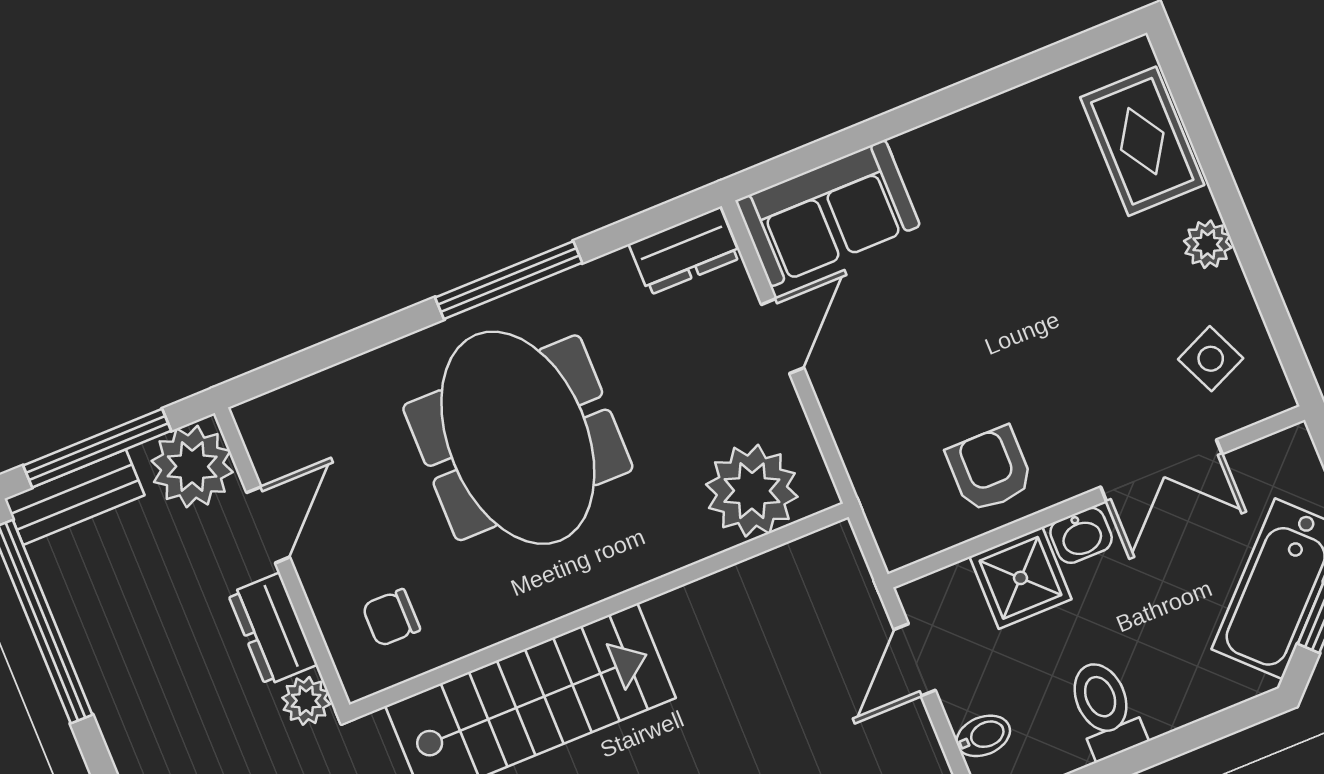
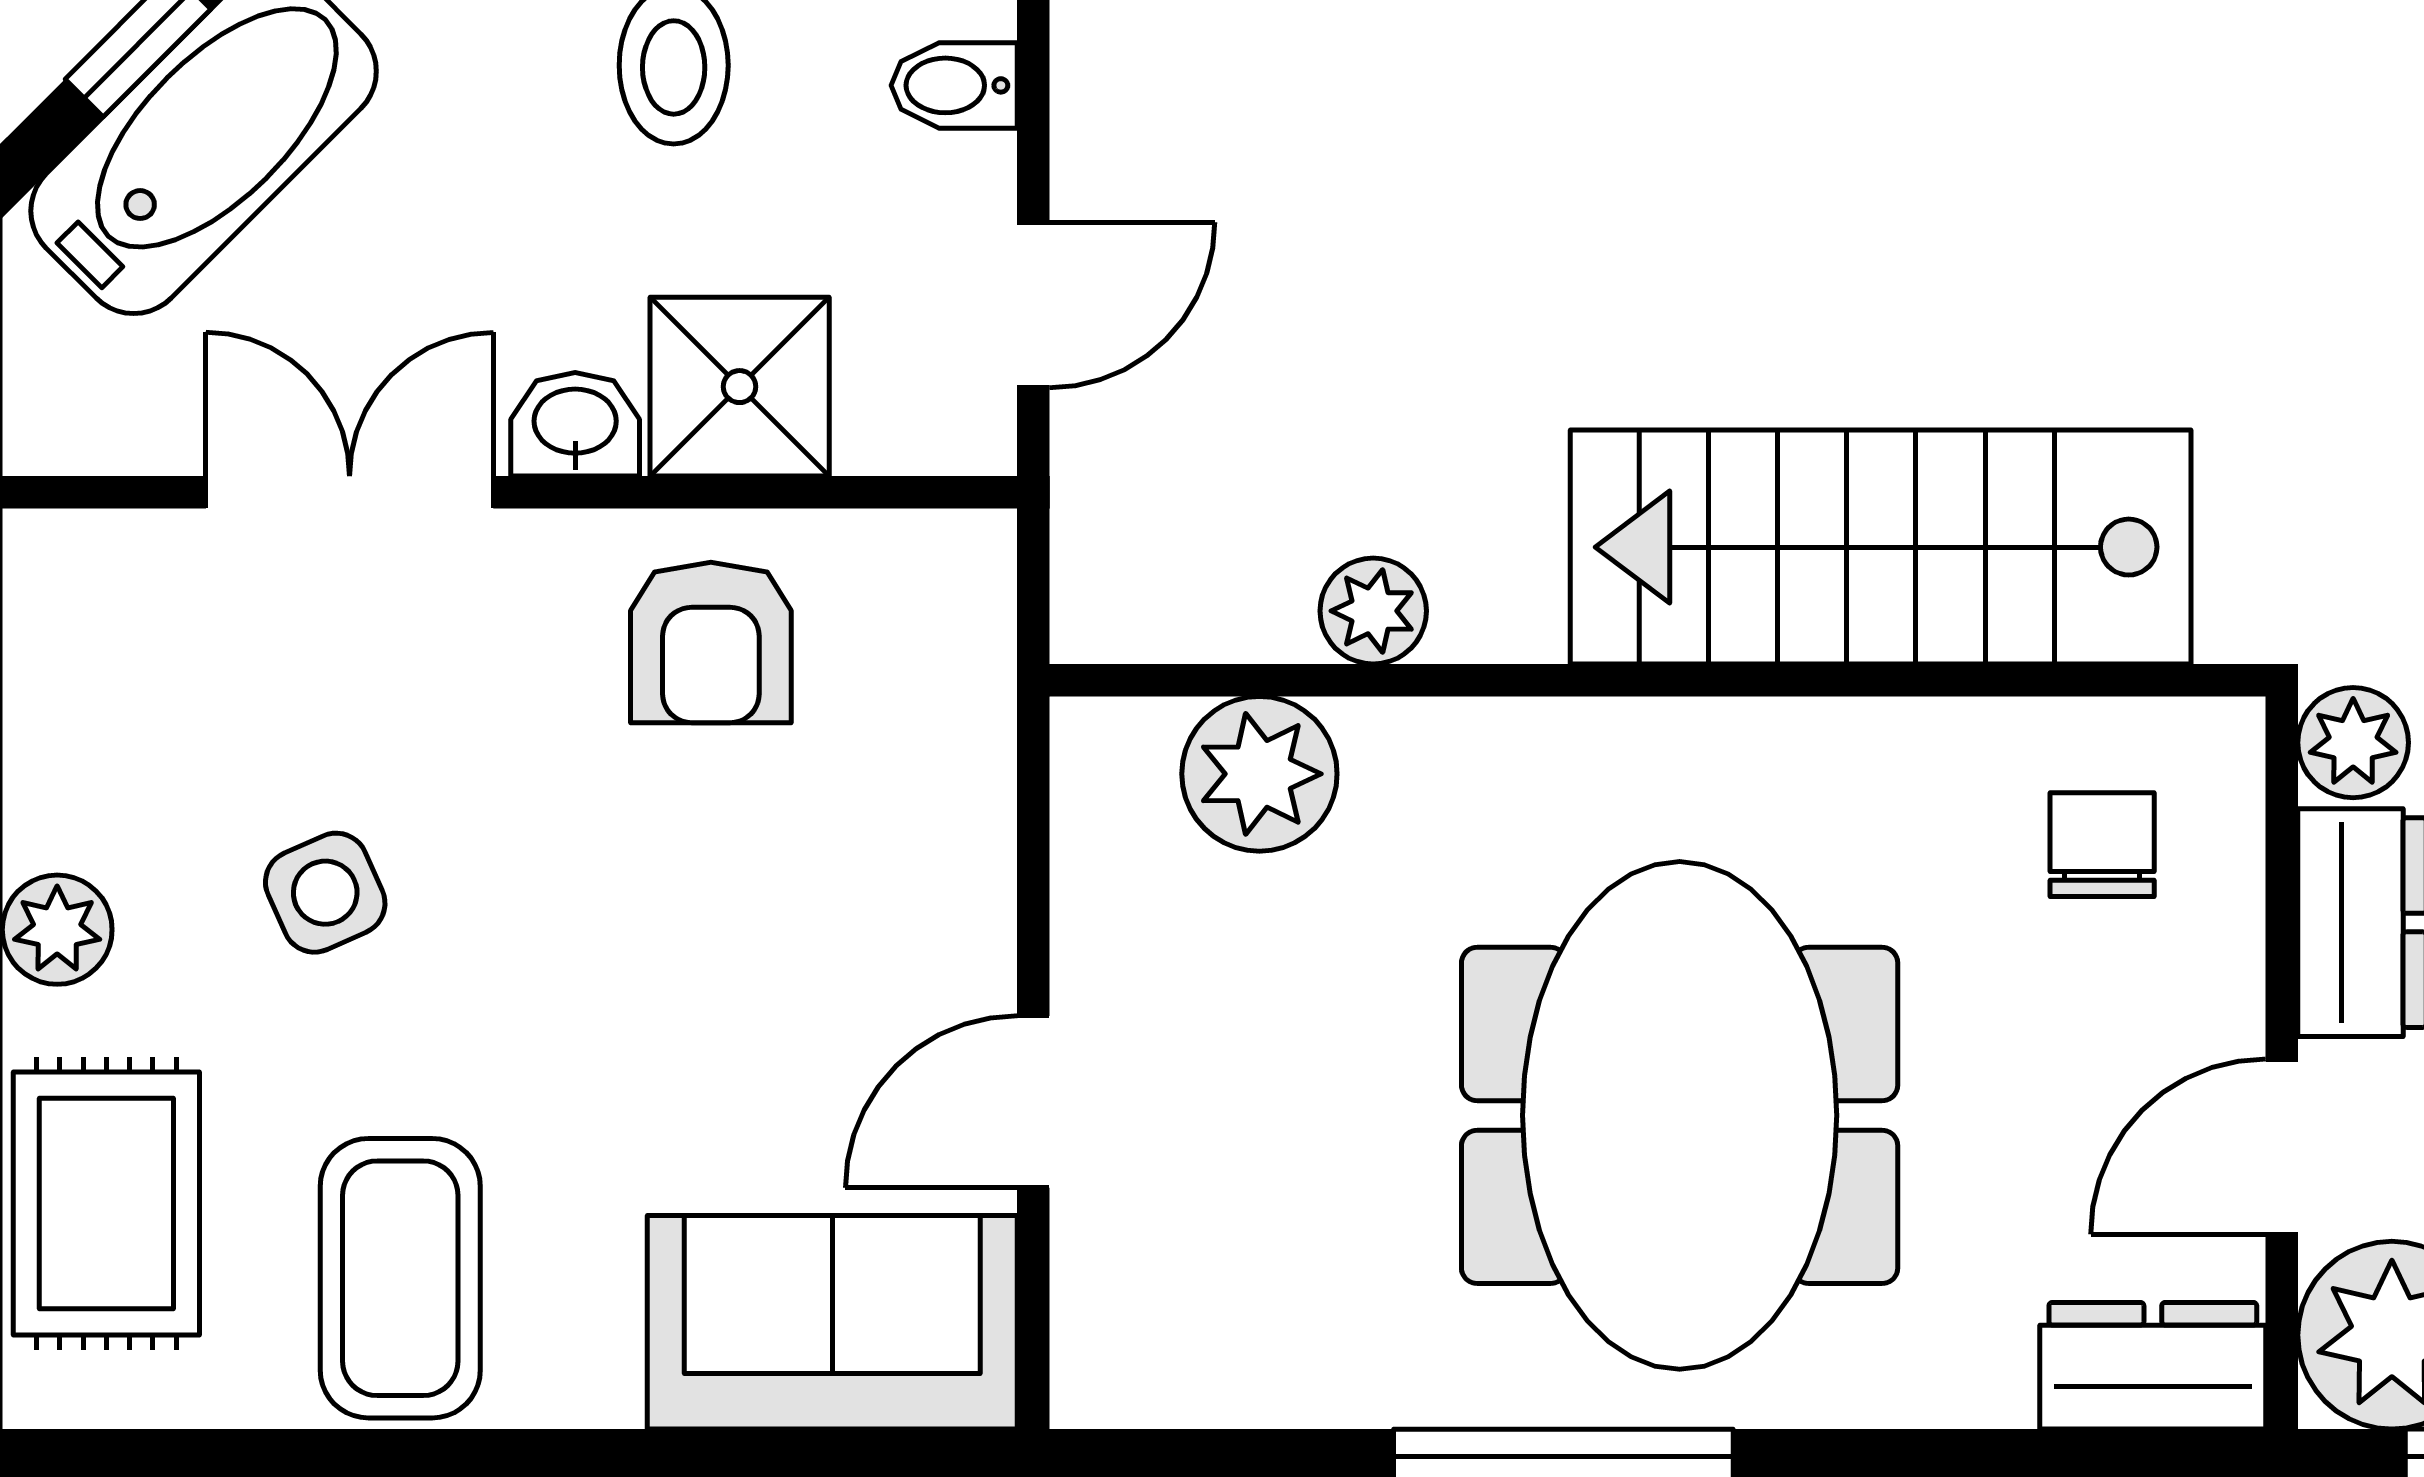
coffee table: (1010, 160) -> (400, 1278), added
dresser: (685, 251) -> (2153, 1366), moved
side table: (1211, 359) -> (325, 893), moved
plant: (752, 491) -> (1259, 774), width x0.73, depth x0.73
plant: (726, 592) -> (1373, 611), added
chair: (391, 618) -> (2102, 845), turned -90

